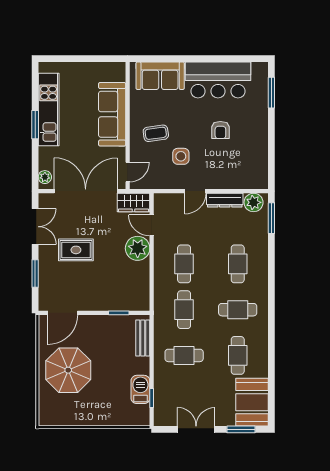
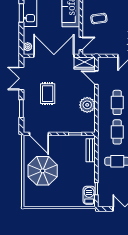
side table: (181, 156) -> (115, 33), removed
double door: (35, 227) -> (21, 78), swing flipped
plant: (138, 248) -> (87, 105), moved
rug: (76, 250) -> (48, 94), turned 90
door: (63, 313) -> (39, 134), hinge flipped
barbecue: (140, 389) -> (89, 195), moved

